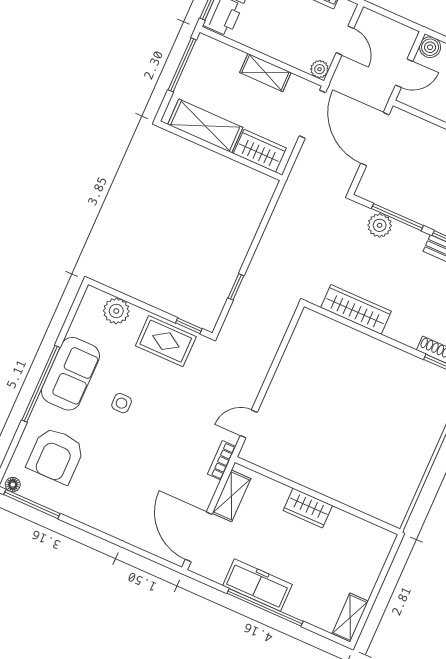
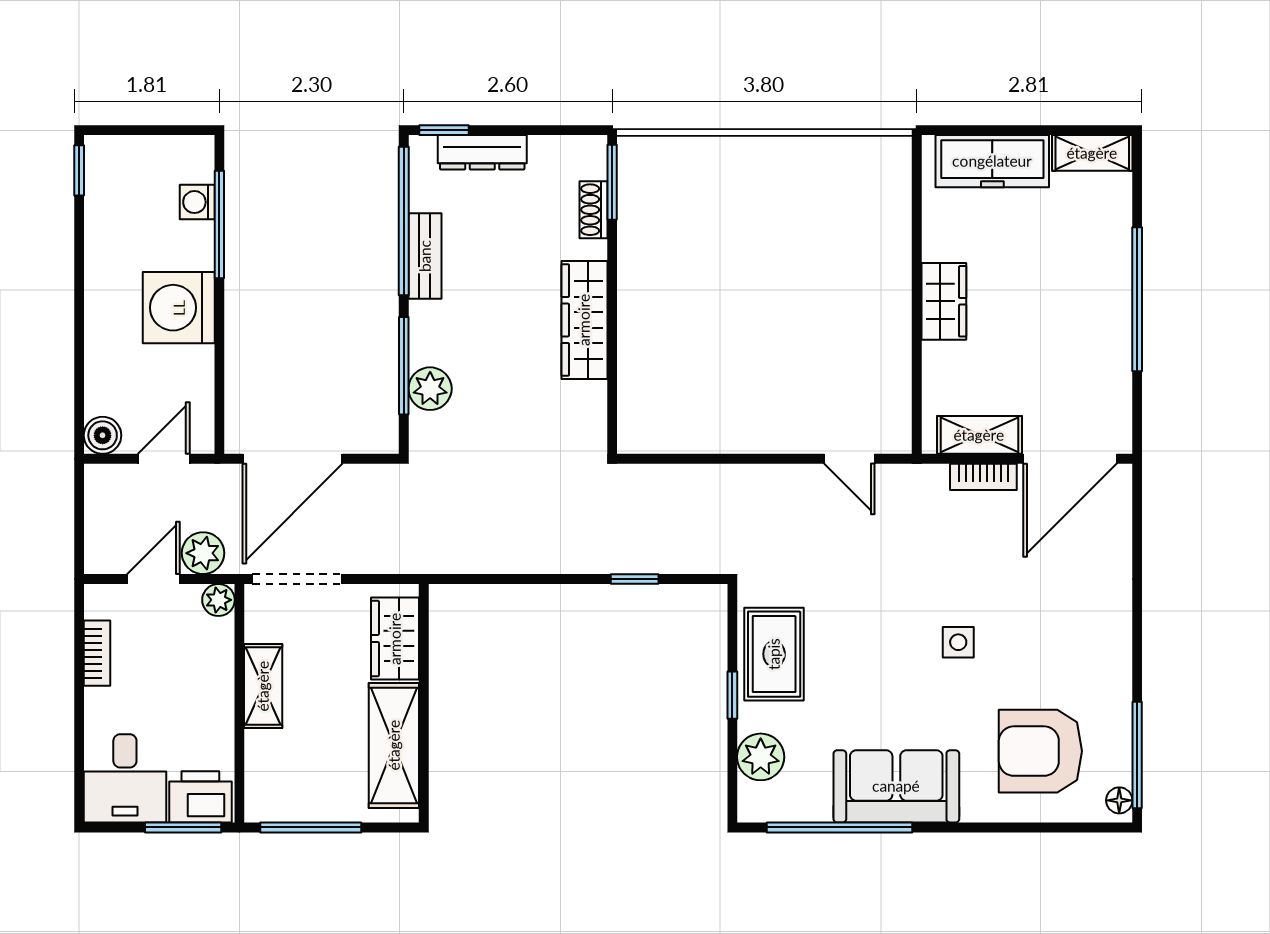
plant: (347, 72) -> (203, 553), added
door: (404, 73) -> (164, 459), hinge flipped
wardrobe: (356, 309) -> (584, 320), moved
window: (189, 326) -> (732, 695), moved
window: (41, 384) -> (839, 827), moved
side table: (122, 403) -> (958, 642), moved
armchair: (56, 455) -> (1040, 751), turned 180
bookcase: (222, 460) -> (983, 477), moved
freezer: (257, 585) -> (992, 161), moved, turned -90

